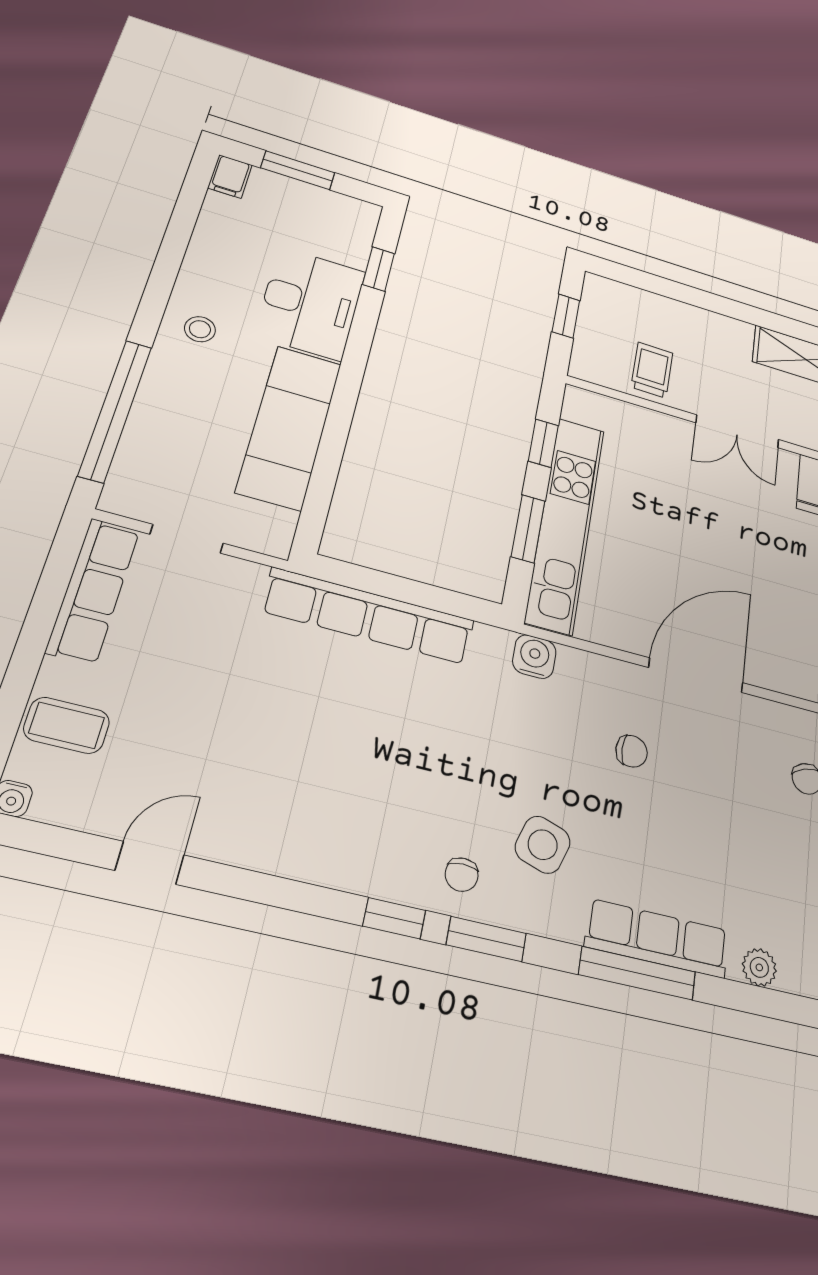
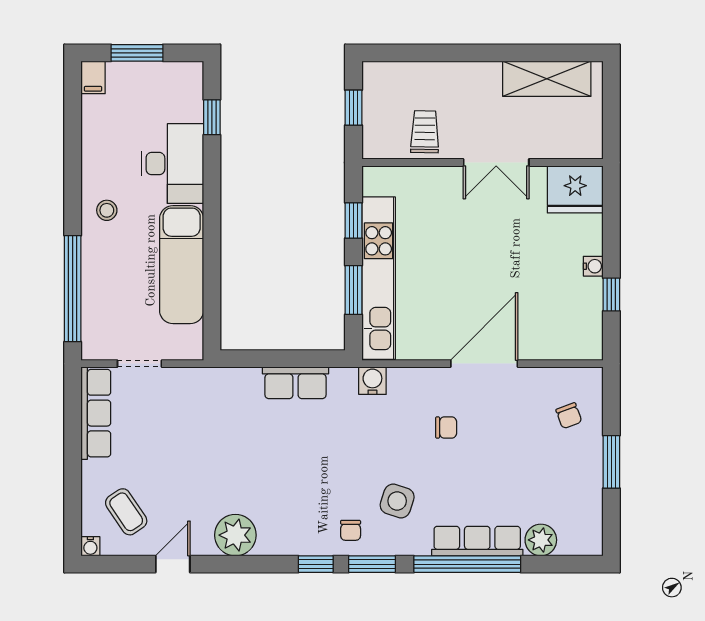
row of seats: (369, 616) -> (296, 383), width x0.50
coffee table: (67, 725) -> (126, 512), moved, turned 56
plant: (271, 838) -> (235, 535), added
plant: (759, 967) -> (541, 540), width x1.38, depth x1.38
window: (637, 973) -> (467, 564), width x1.46

